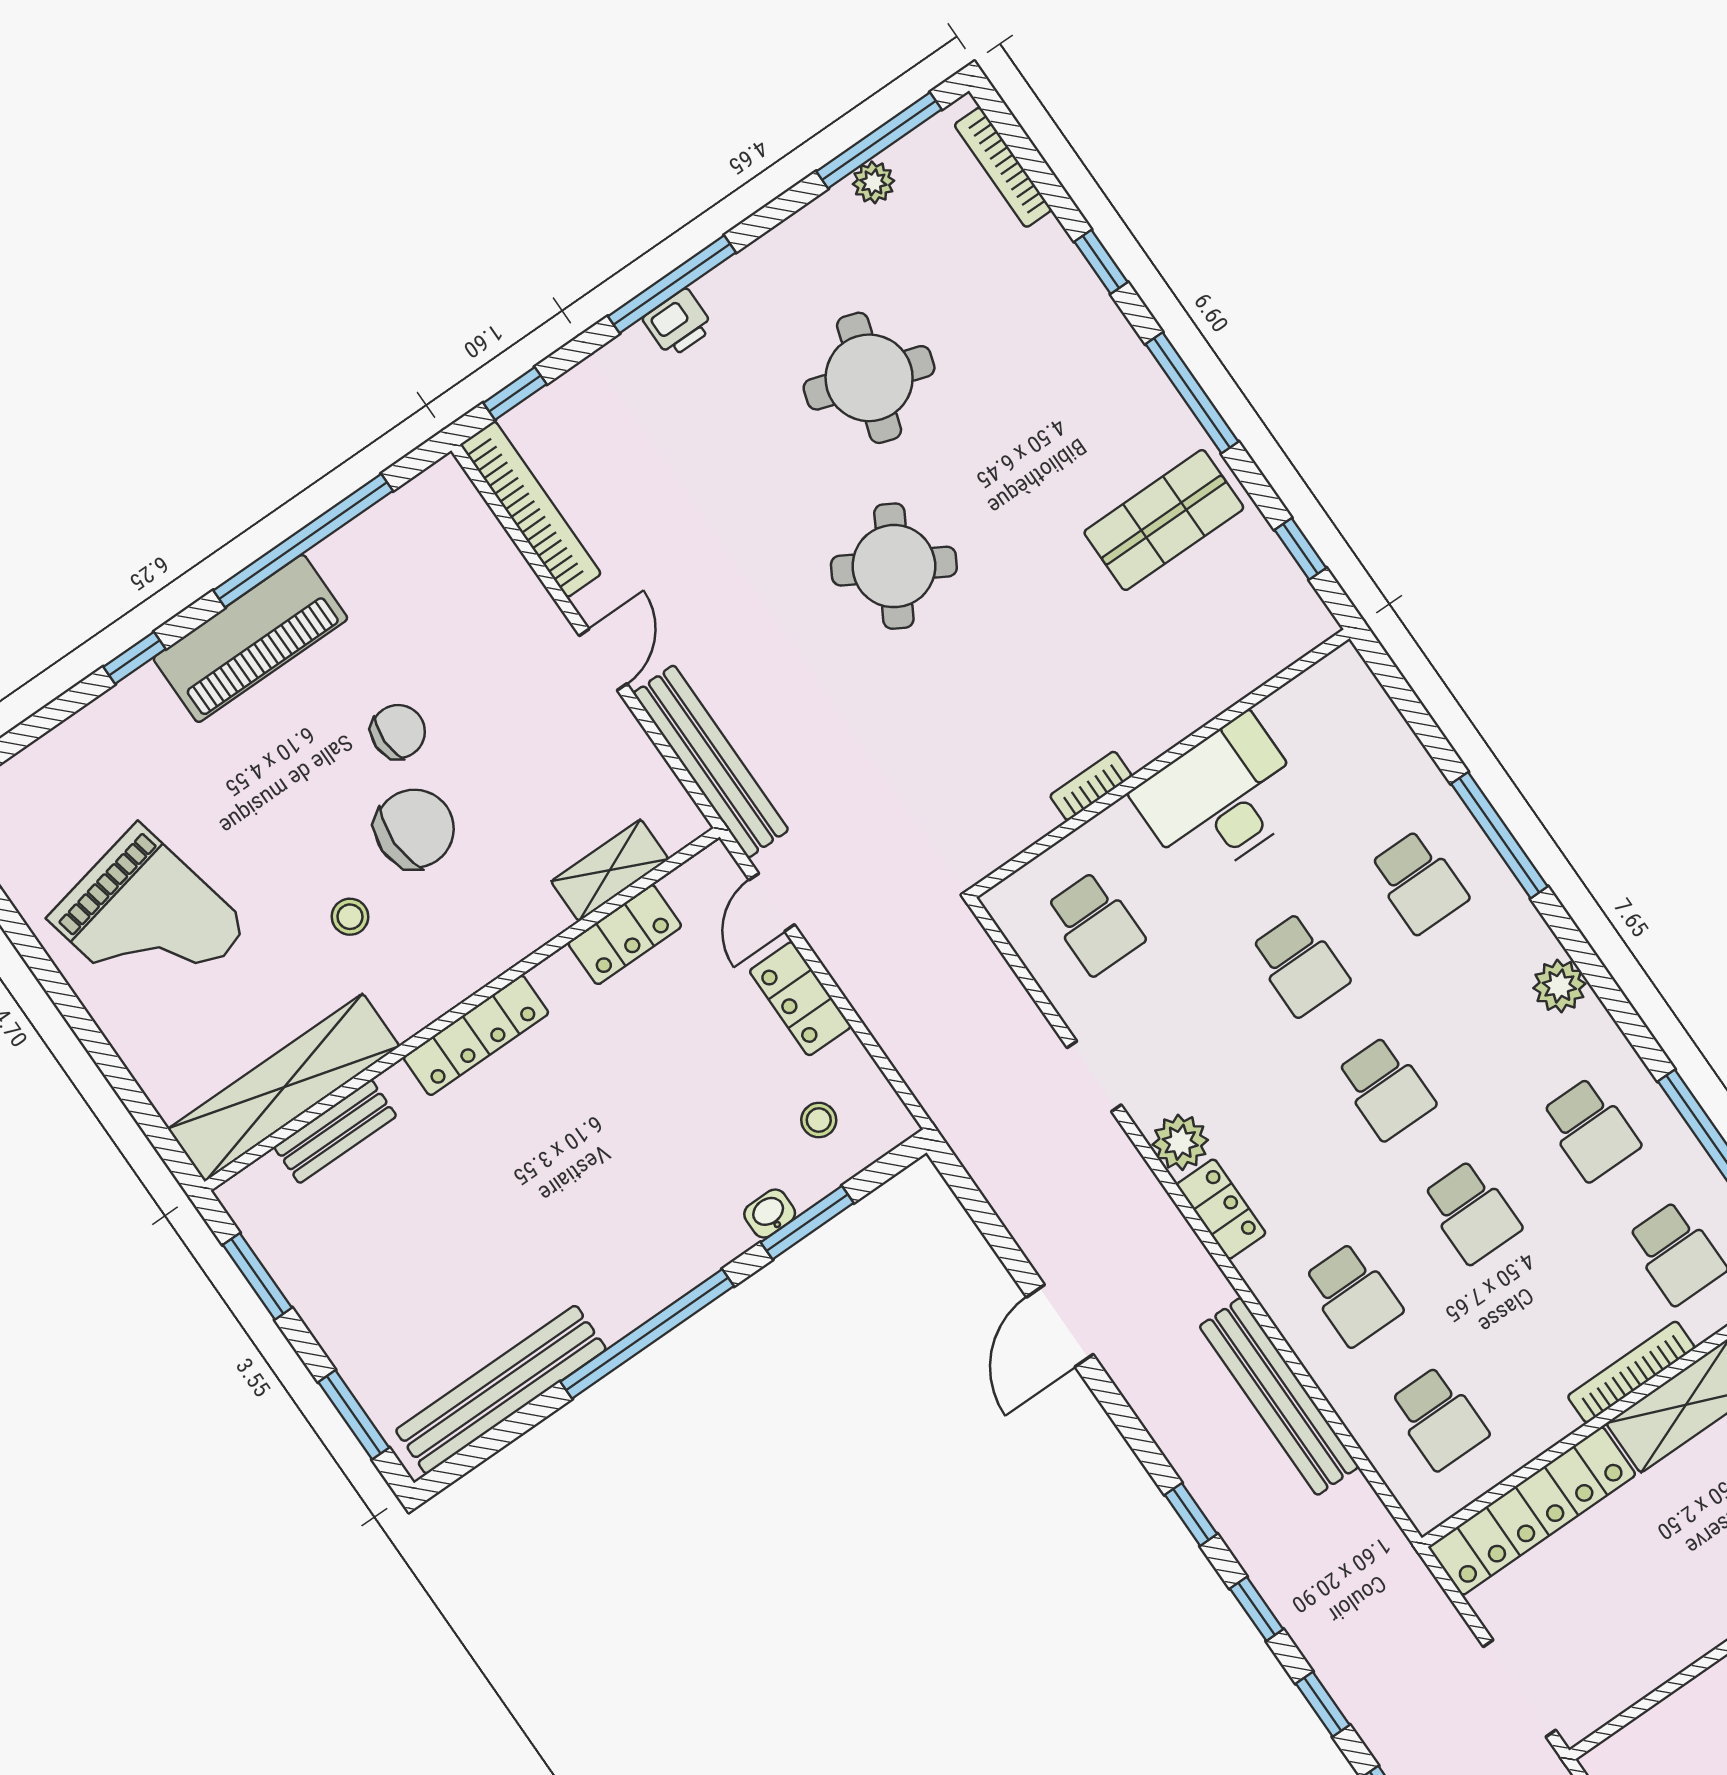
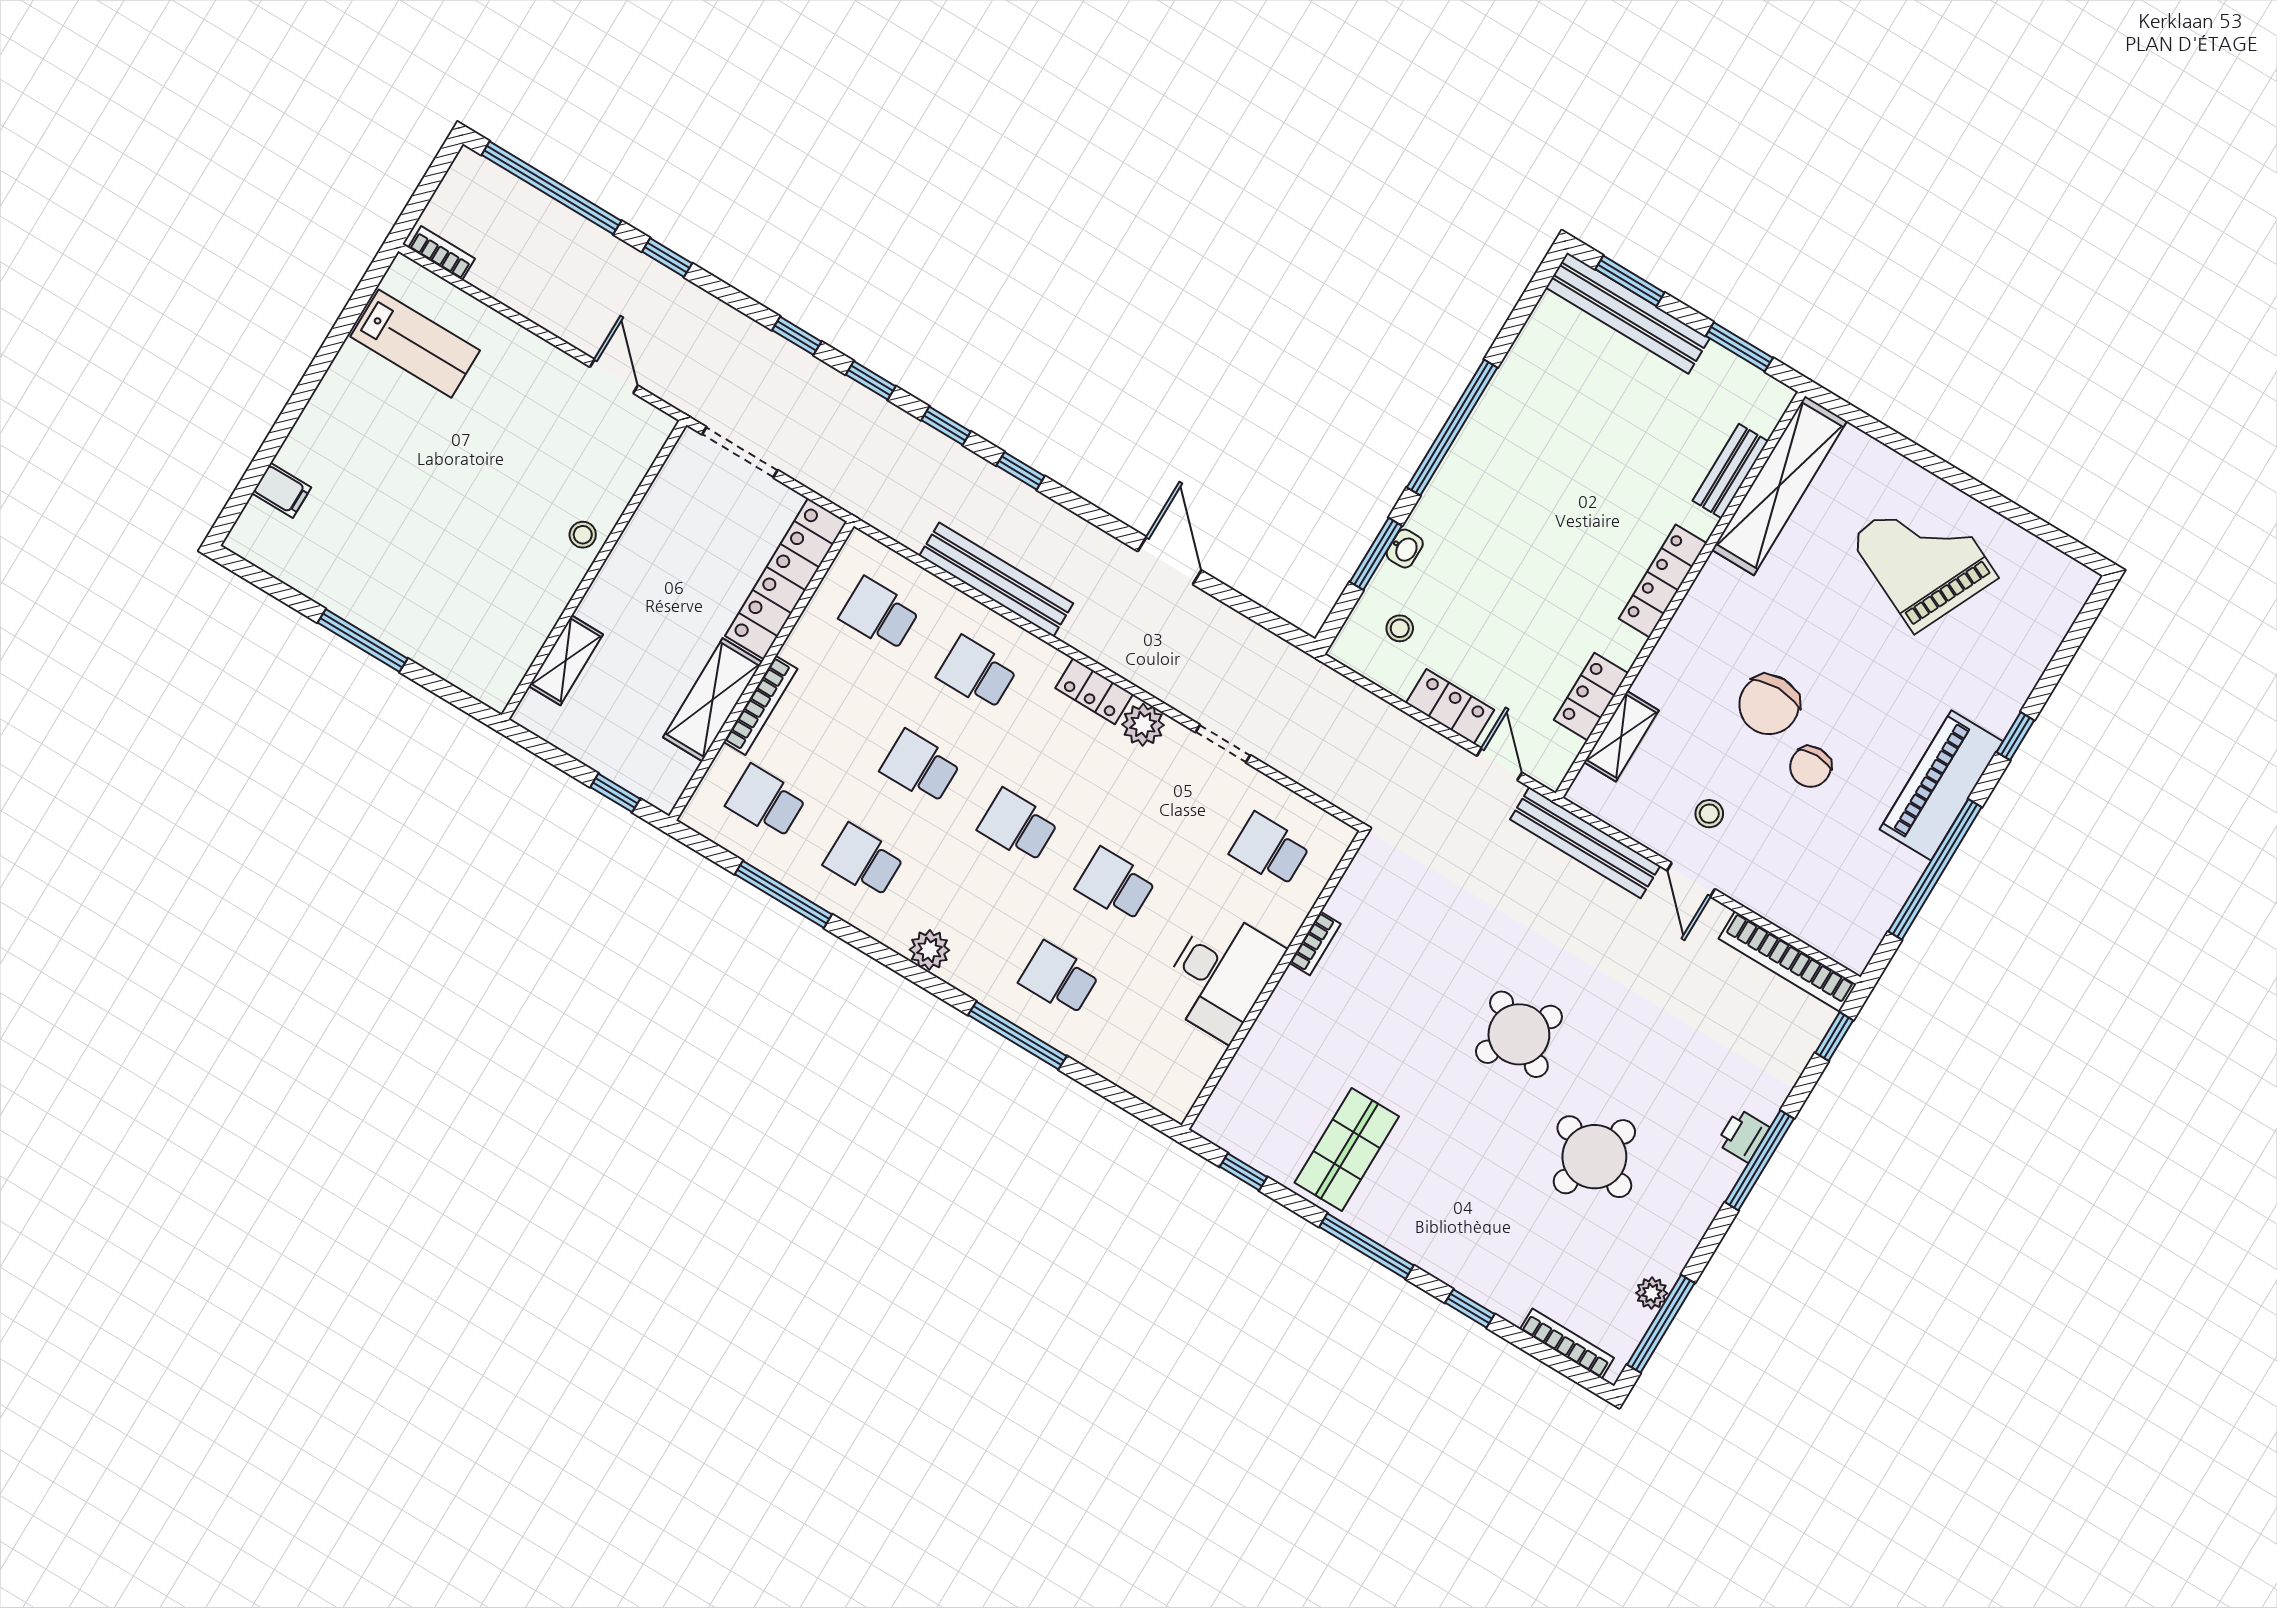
stool: (350, 917) -> (1709, 814), moved
grand piano: (148, 923) -> (1924, 558), turned 37
bench: (501, 1390) -> (1628, 313), moved, turned 90

